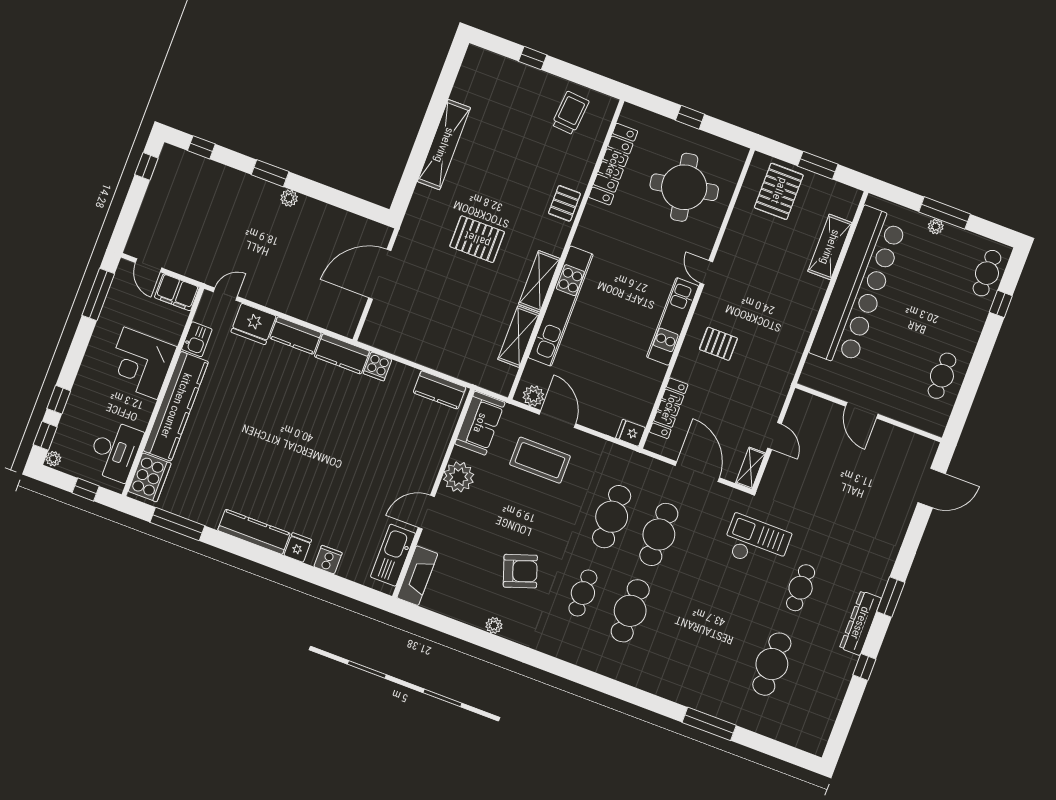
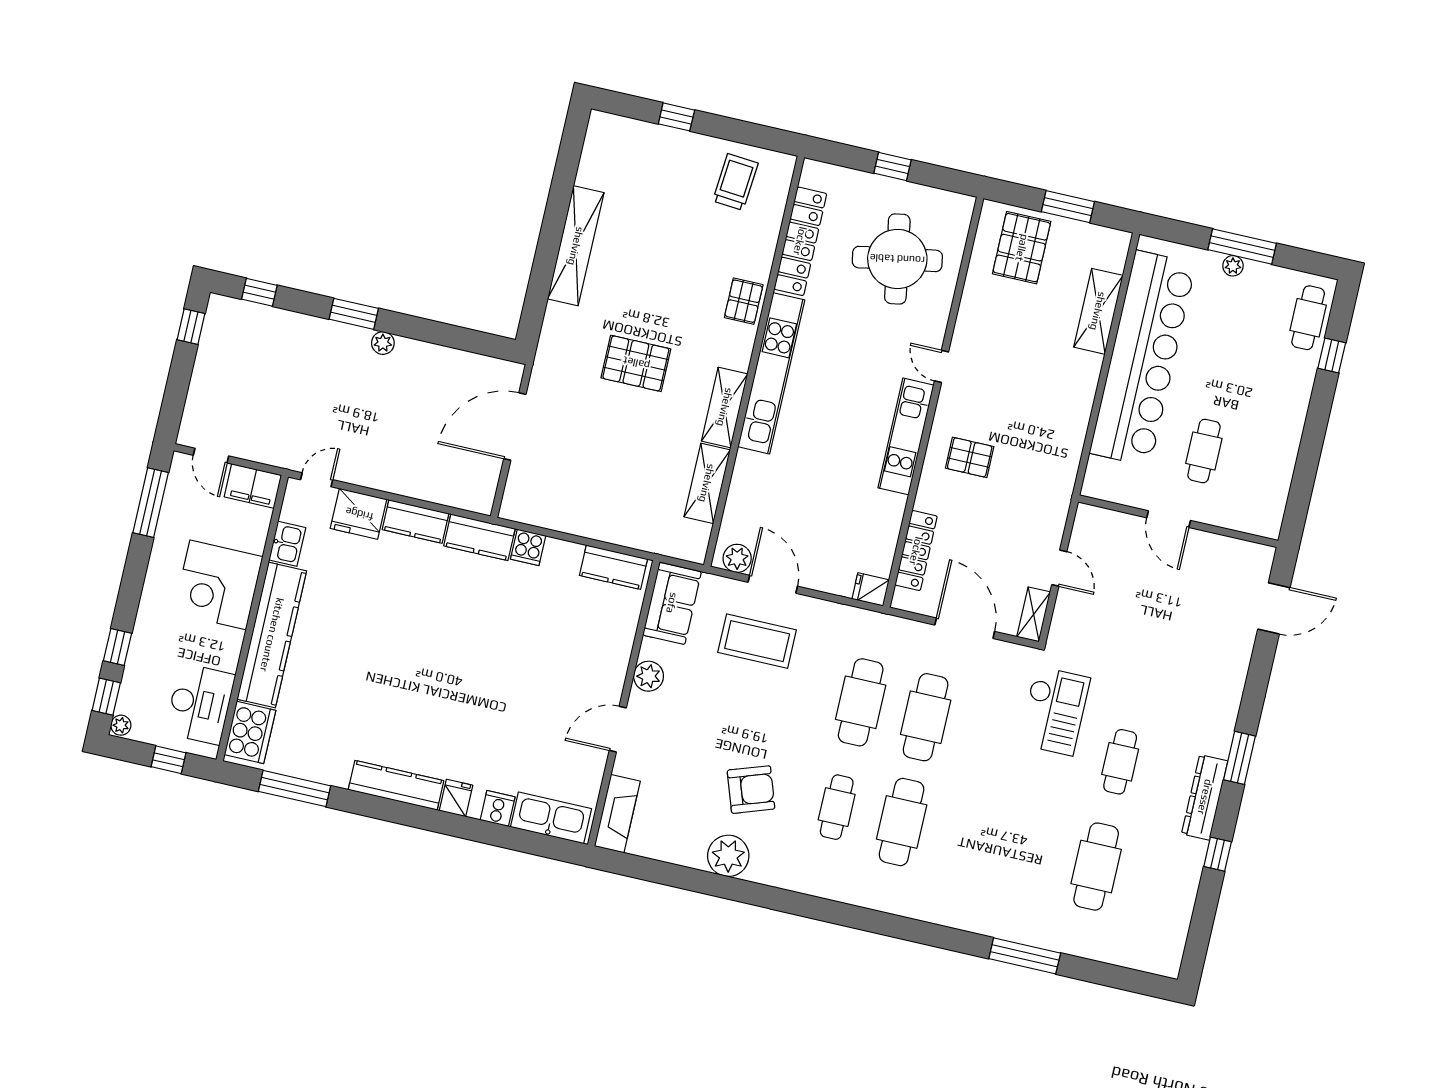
kitchen unit: (561, 306) -> (771, 373), moved
cafe table: (942, 376) -> (1204, 451), moved
plant: (459, 477) -> (649, 676), width x0.73, depth x0.73
checkout: (756, 543) -> (1054, 711), turned 90
kitchen sink: (393, 555) -> (551, 818), moved, turned 90
plant: (494, 625) -> (728, 856), width x1.87, depth x1.87

